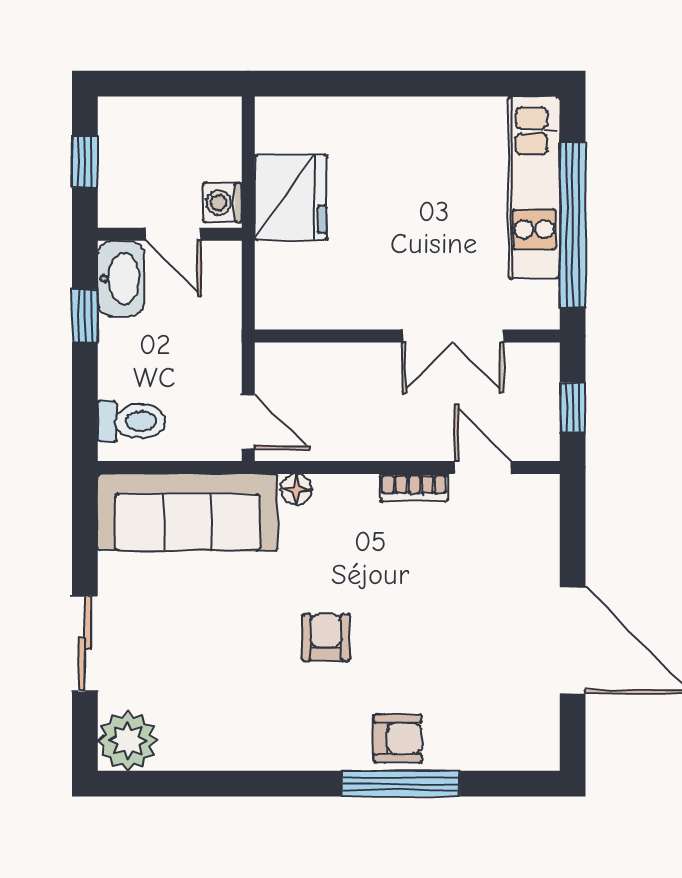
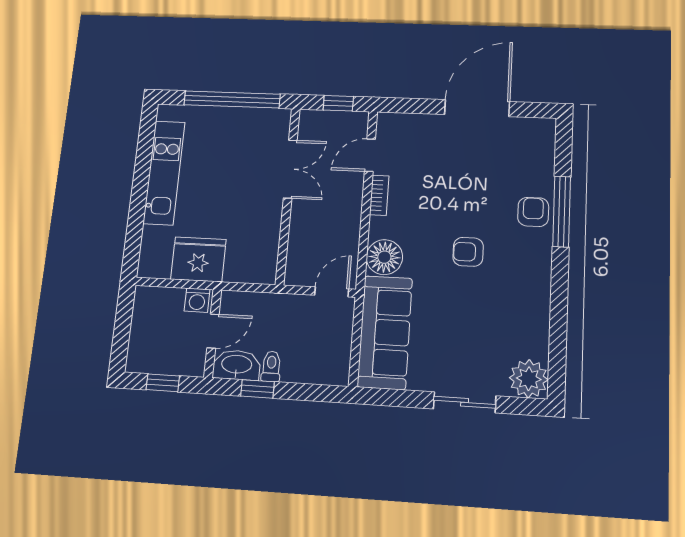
kitchen unit: (534, 187) -> (164, 173), moved, turned -90
toilet: (131, 421) -> (271, 366), moved, width x0.73, depth x0.72
floor lamp: (296, 489) -> (384, 257), width x1.89, depth x1.89

